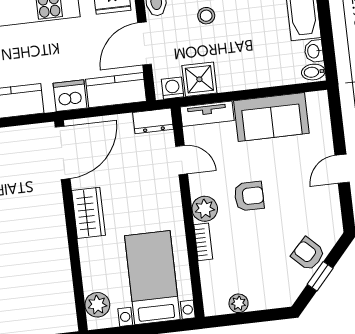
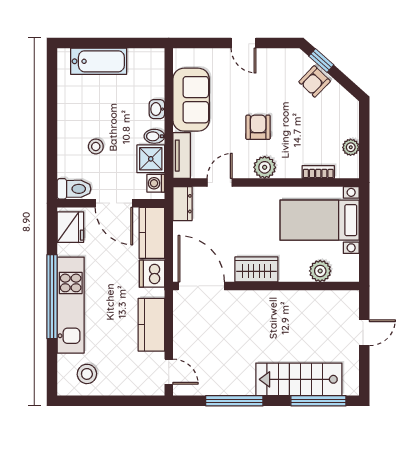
washbasin: (314, 51) -> (157, 109), moved, turned 90
bidet: (313, 72) -> (154, 136), moved, turned 90
bookcase: (203, 242) -> (318, 172), moved
window: (320, 276) -> (321, 61), moved
plant: (97, 305) -> (320, 271), moved

